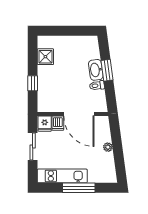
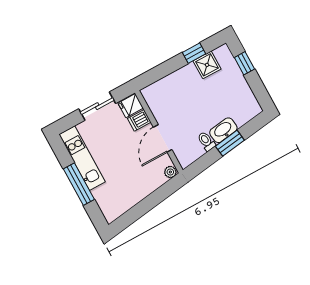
window: (58, 31) -> (244, 63), added
window: (33, 83) -> (194, 53), moved
door: (79, 114) -> (163, 138), width x0.73
plant: (108, 147) -> (170, 172), moved

